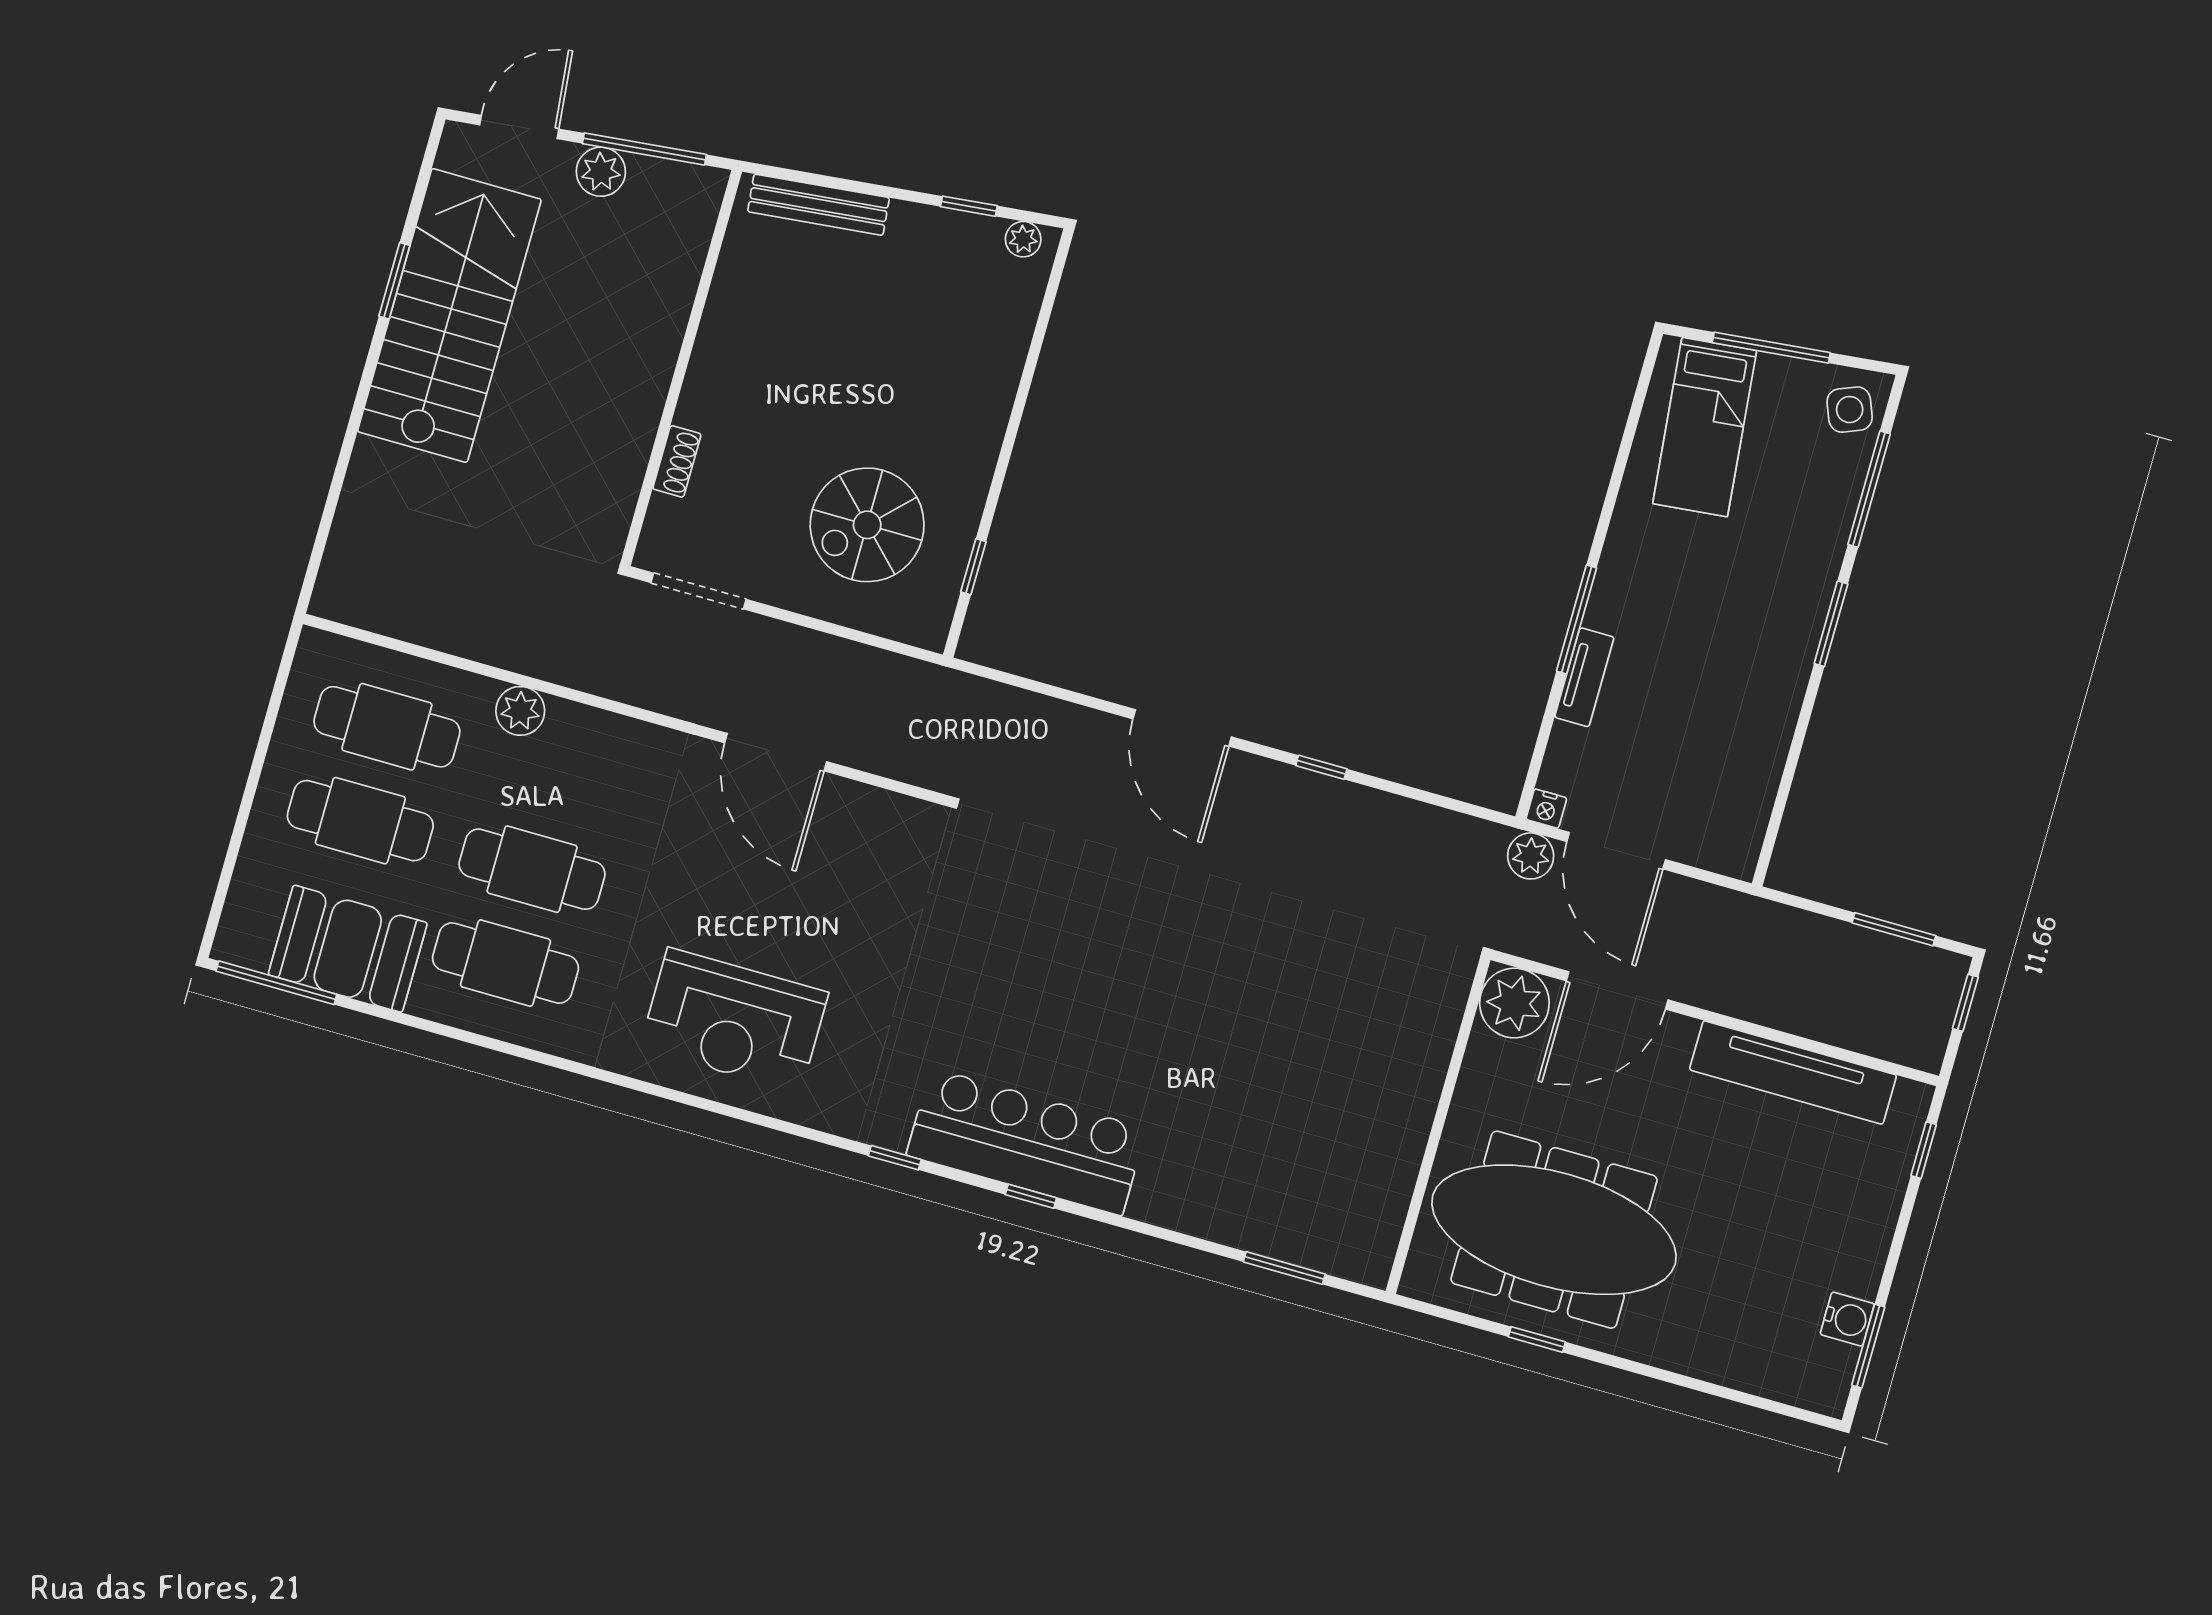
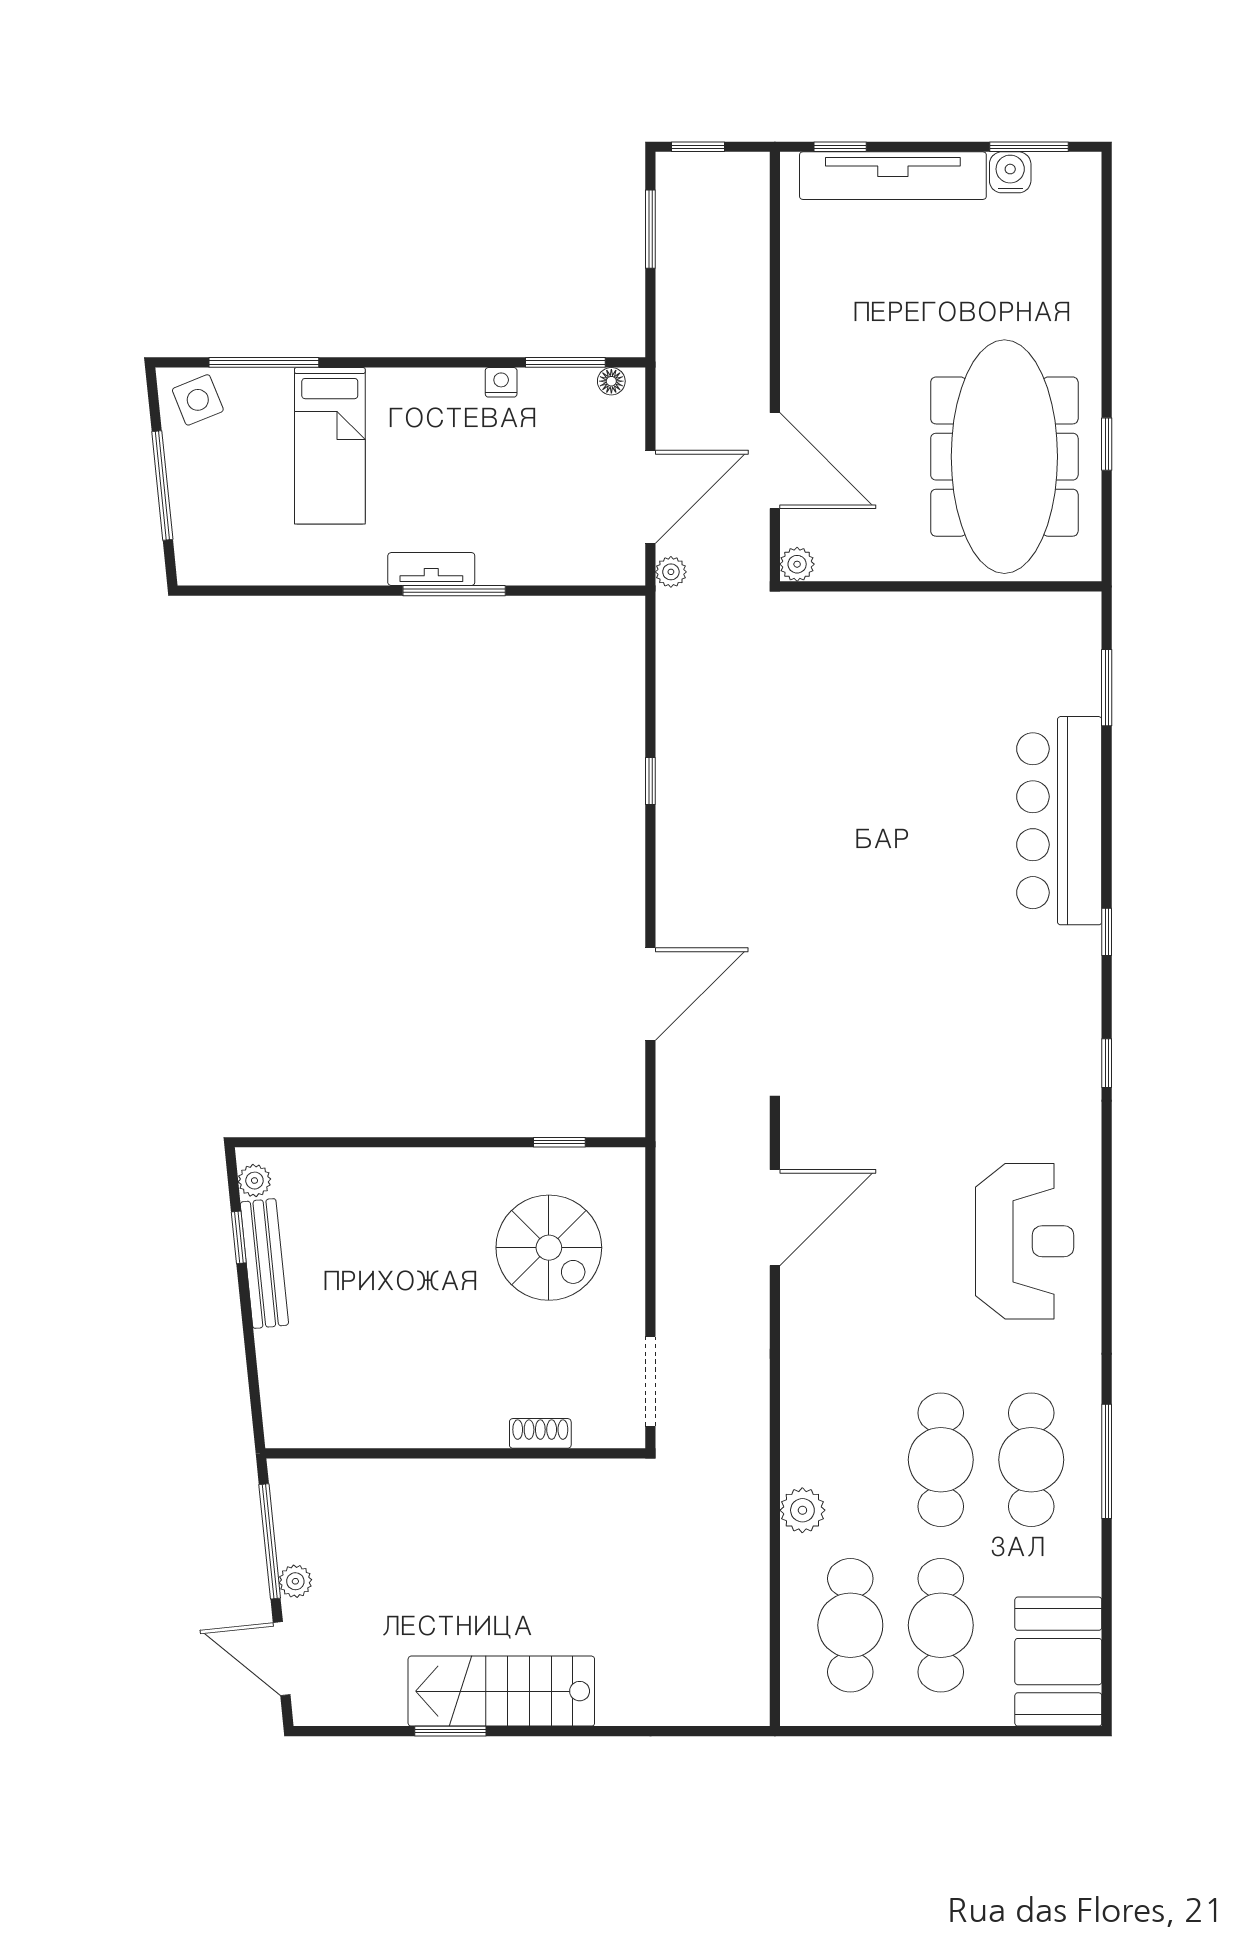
plant: (601, 172) -> (295, 1581), width x0.73, depth x0.73
bench: (818, 205) -> (264, 1263), moved
stairs: (449, 315) -> (501, 1691), width x0.73, depth x0.66
bed: (1705, 427) -> (330, 446), moved, turned 96
window: (1831, 624) -> (565, 362), moved
tv unit: (1584, 677) -> (431, 569), moved
door: (1182, 728) -> (650, 994), moved
door: (776, 752) -> (775, 1218), moved
nightstand: (1546, 809) -> (501, 382), moved, turned -90
floor lamp: (1748, 844) -> (611, 381), added
plant: (1531, 856) -> (671, 572), width x0.73, depth x0.73
booth: (348, 949) -> (1058, 1662), moved
window: (276, 983) -> (1107, 1461), moved
plant: (1514, 1003) -> (797, 564), width x0.53, depth x0.53
tv unit: (1793, 1072) -> (893, 176), moved, turned 90
bar counter: (1026, 1142) -> (1059, 821), moved

